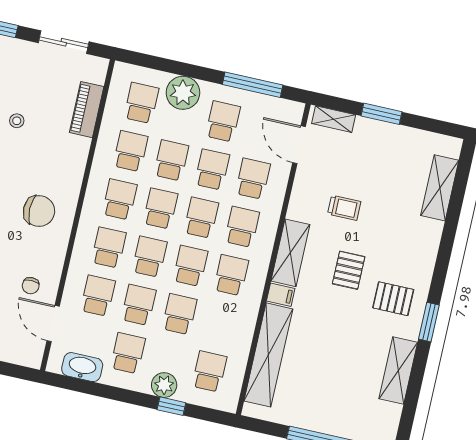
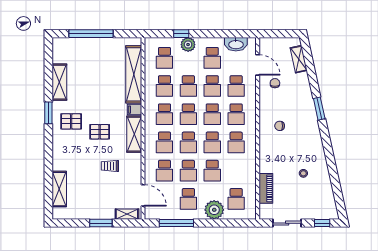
school desk: (130, 151) -> (164, 86), moved
chair: (39, 211) -> (280, 126), width x0.54, depth x0.54
pallet: (349, 270) -> (100, 132), turned 90

